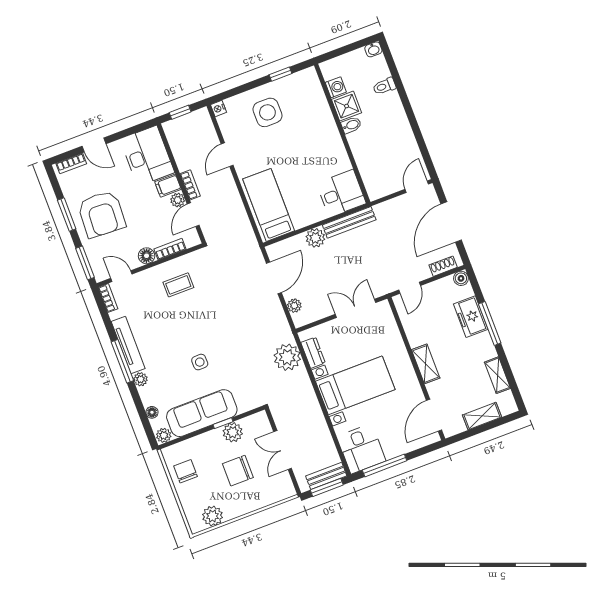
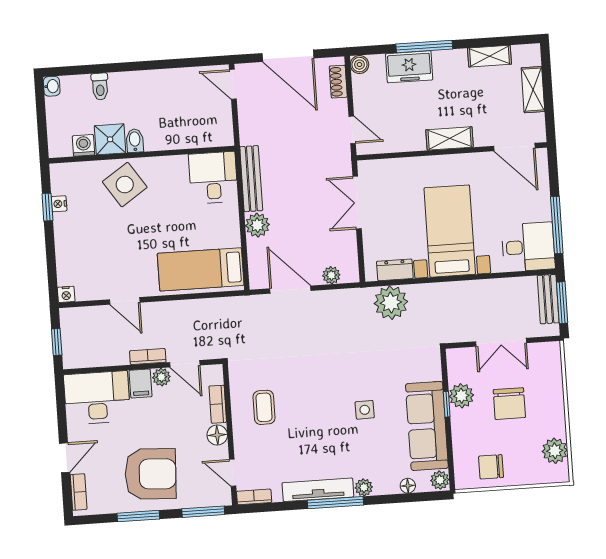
nightstand: (286, 82) -> (59, 204), added
side table: (267, 112) -> (125, 185), moved, turned -34
door: (121, 276) -> (233, 473), hinge flipped

